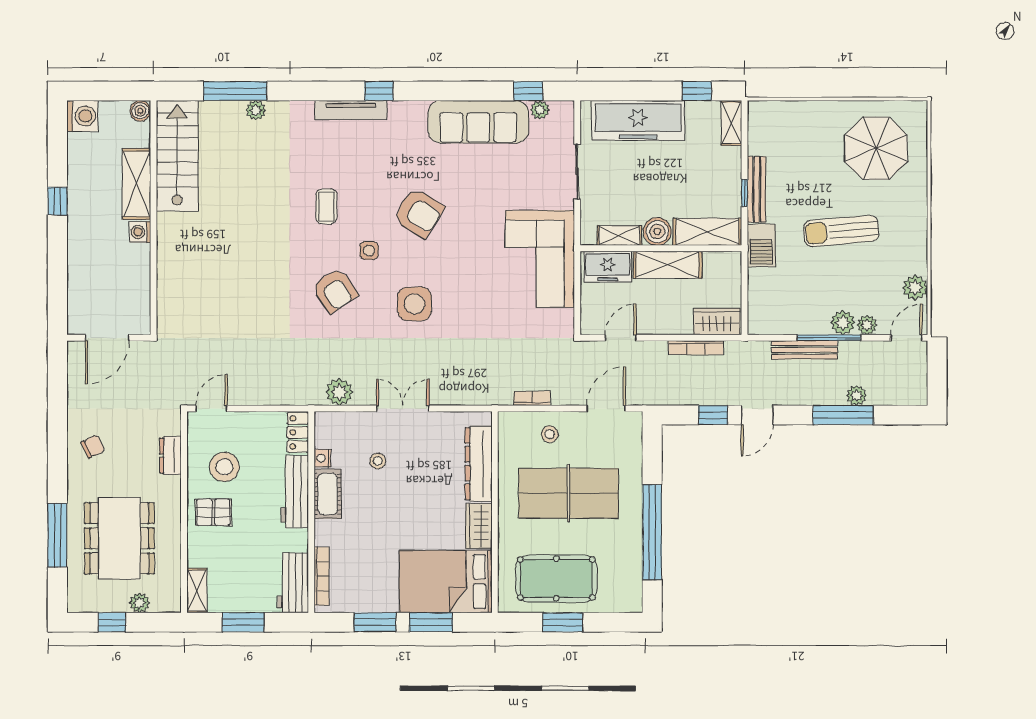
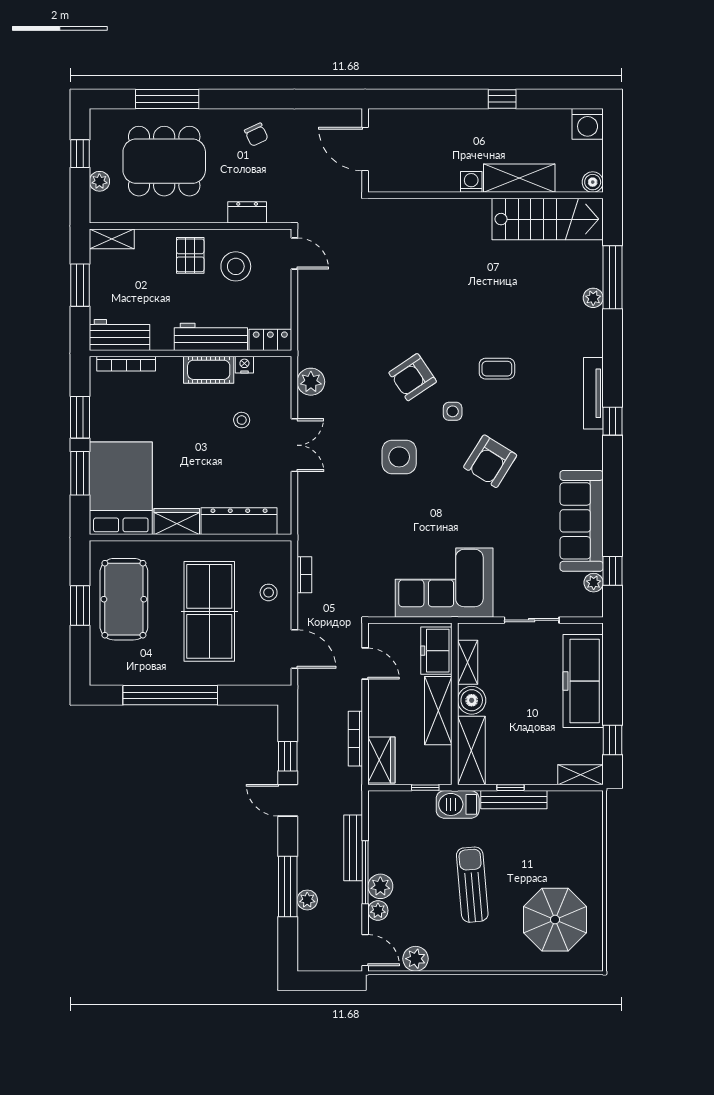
window: (744, 278) -> (425, 788), added

